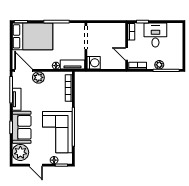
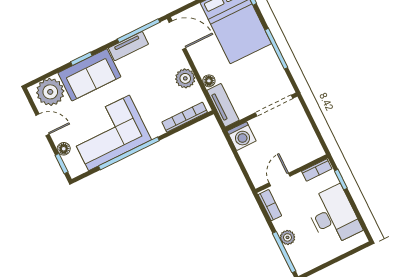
desk: (155, 35) -> (333, 216), width x1.37
door: (23, 70) -> (177, 35), hinge flipped
plant: (38, 77) -> (185, 78), moved
door: (36, 165) -> (42, 125), swing flipped

